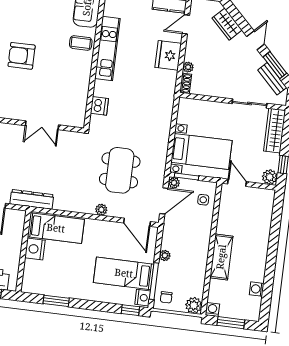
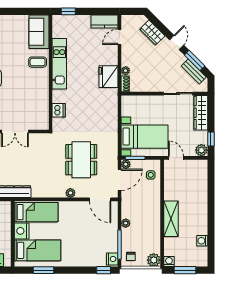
fridge: (168, 55) -> (108, 77), moved
bed: (124, 273) -> (37, 250), moved, turned 180

